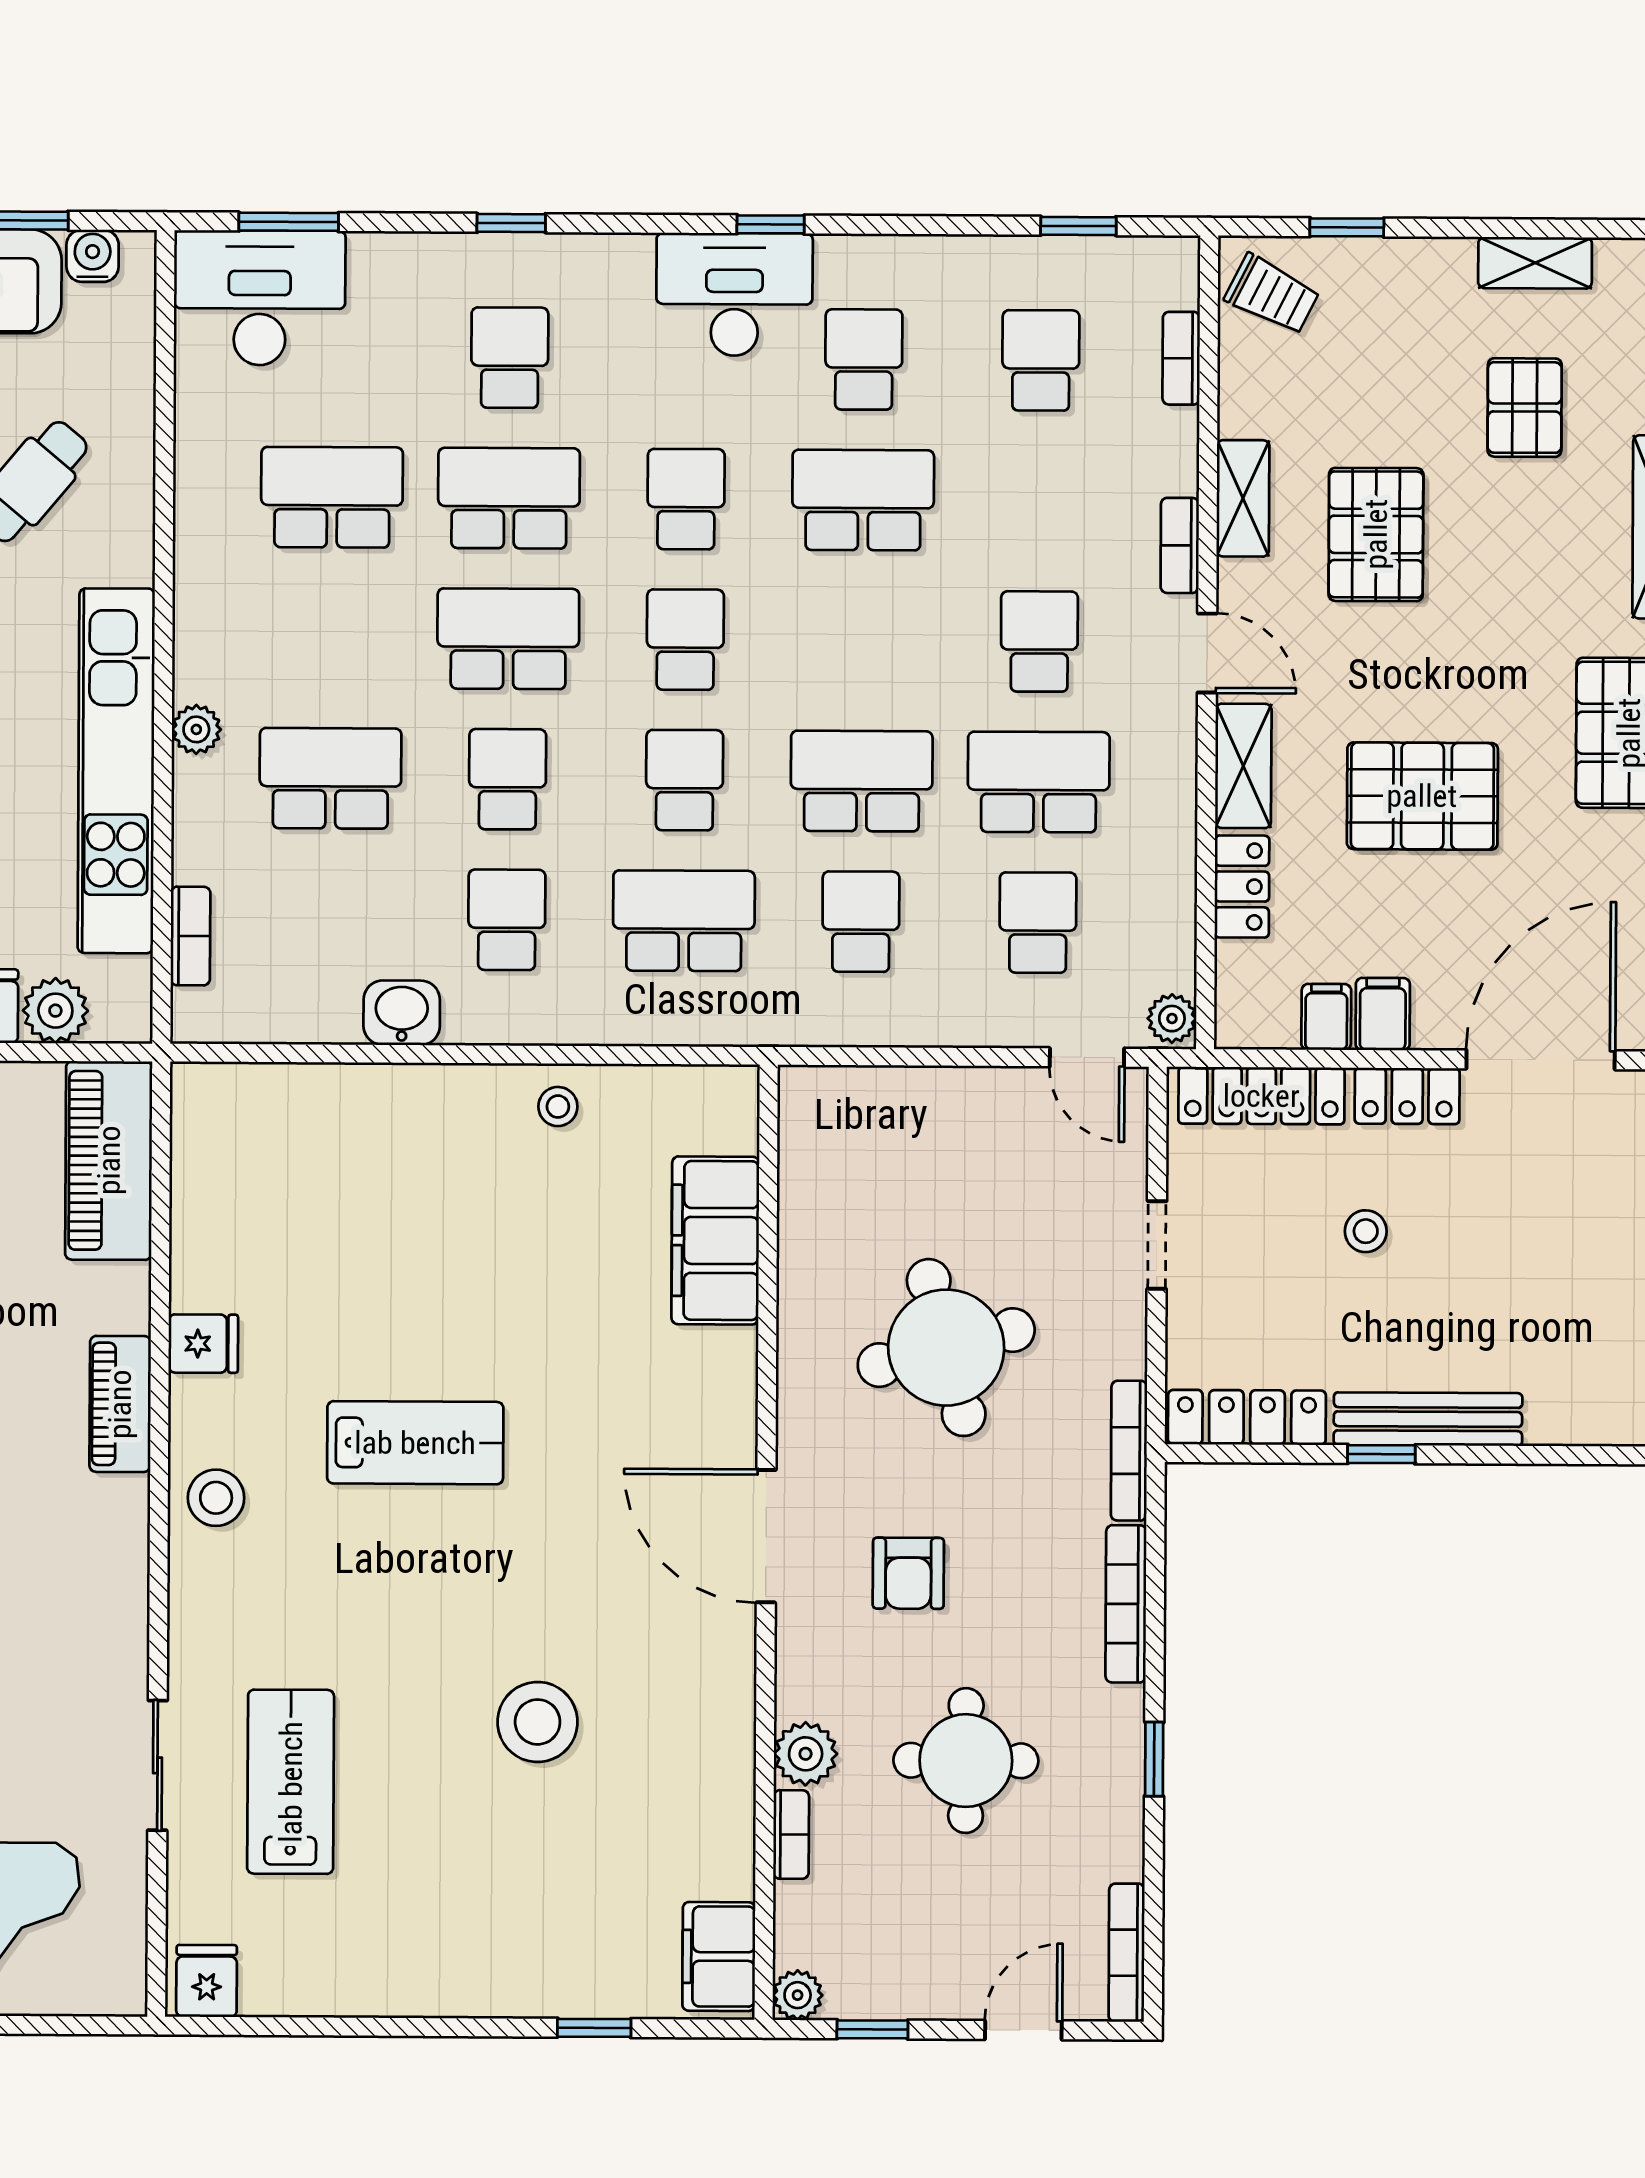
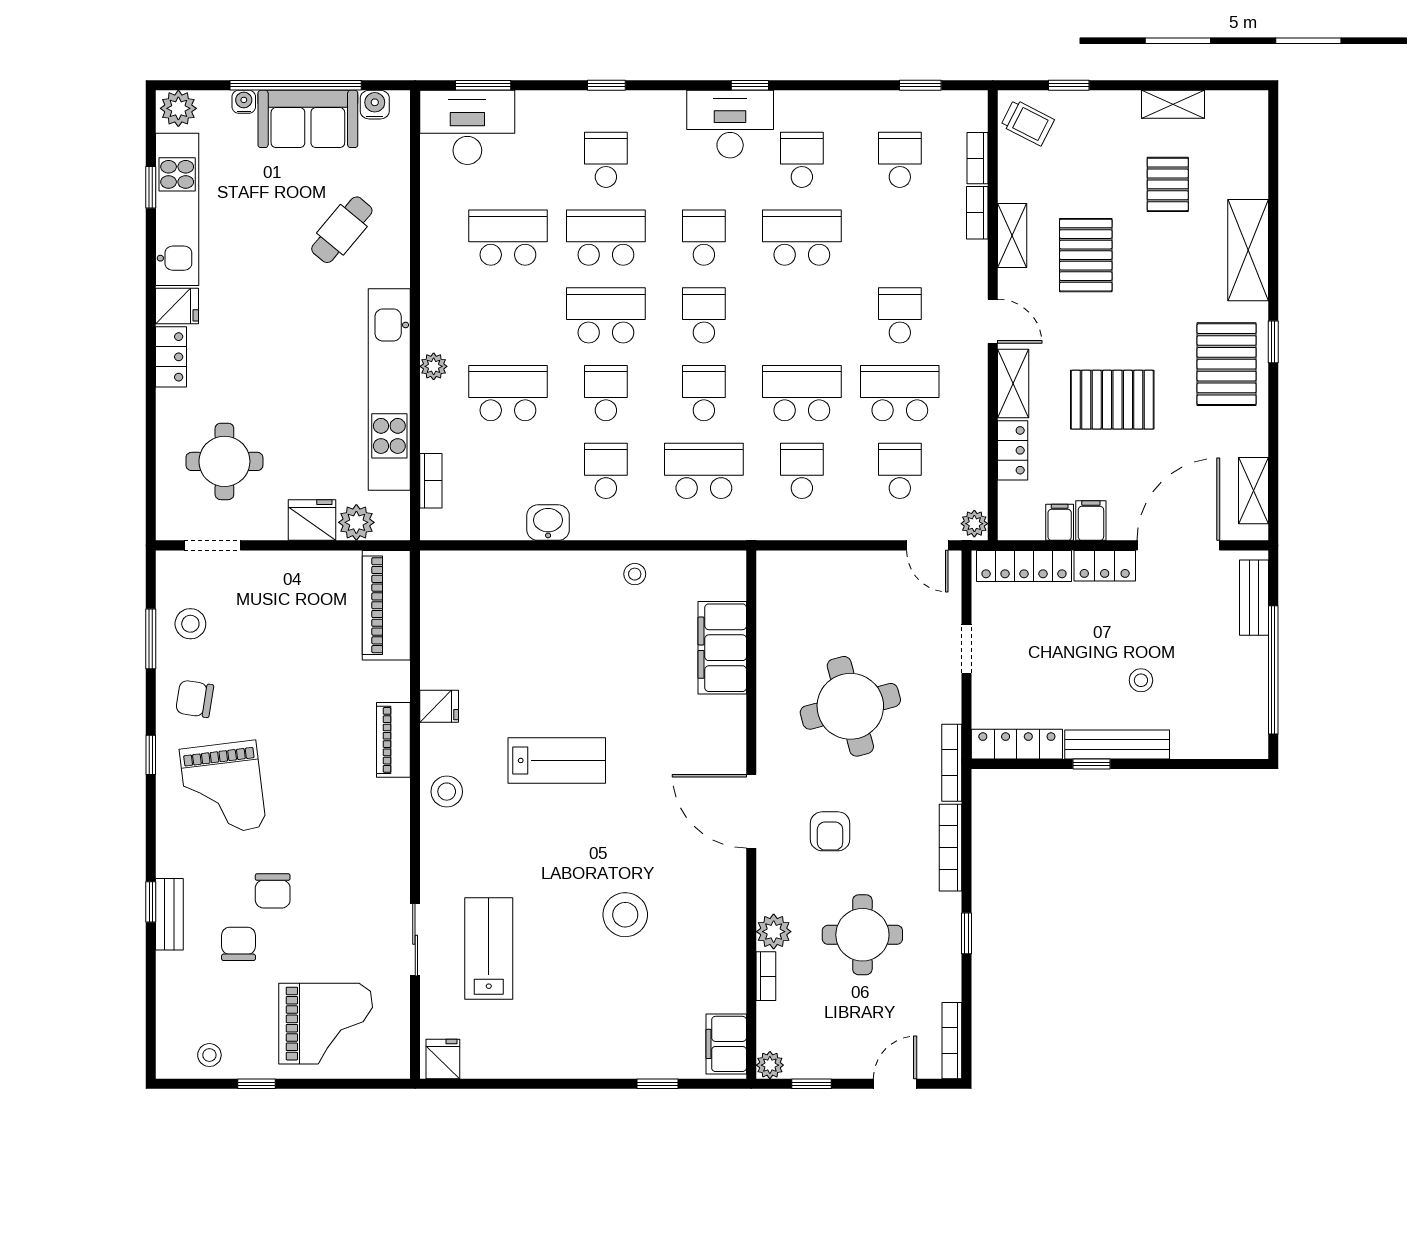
bookcase: (1180, 545) -> (977, 213), moved
stool: (1366, 1231) -> (1141, 680), moved

